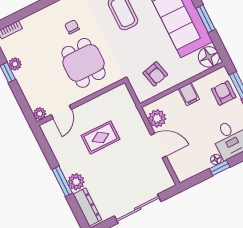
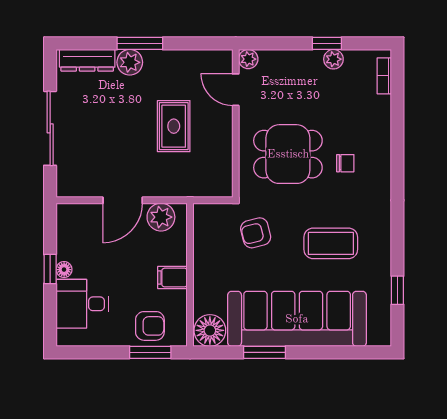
armchair: (155, 74) -> (256, 233), moved

